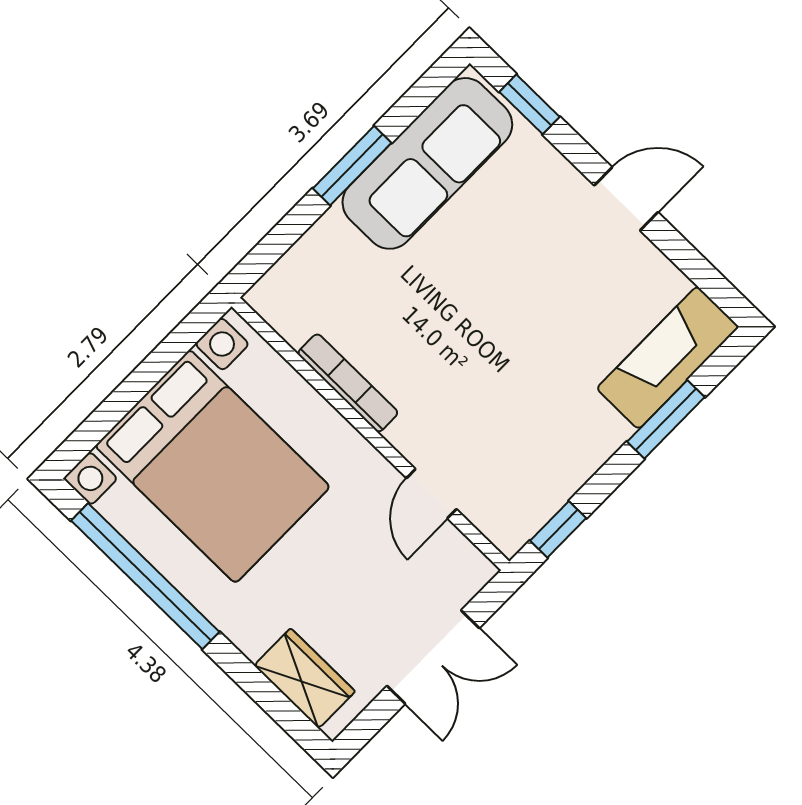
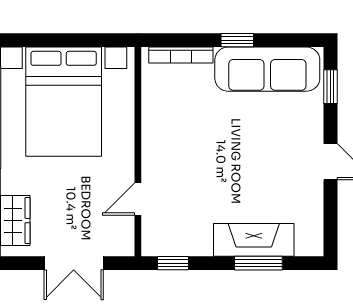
window: (352, 166) -> (237, 40), width x0.67
fireplace: (668, 358) -> (254, 240), moved
bookcase: (348, 383) -> (181, 55), moved, turned 90

